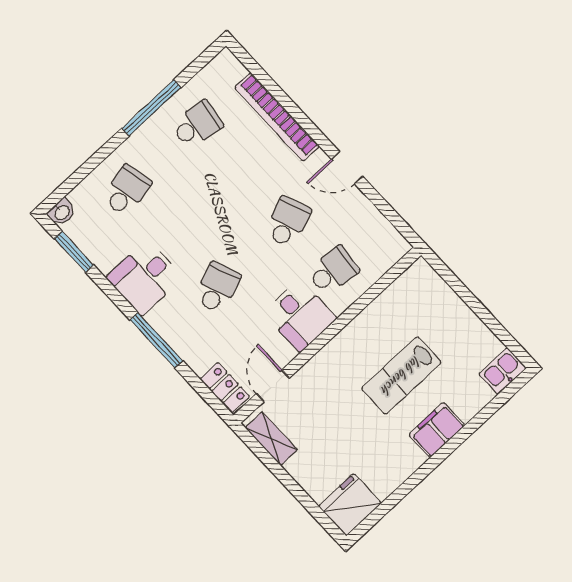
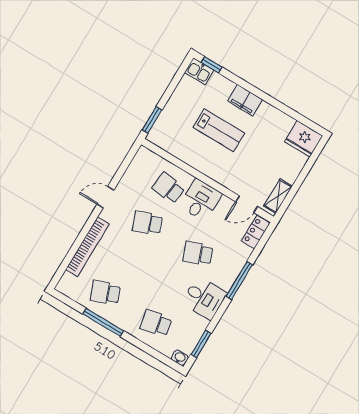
school desk: (197, 125) -> (105, 293), turned -30
door: (347, 168) -> (105, 197), swing flipped
window: (447, 275) -> (152, 120), added
window: (507, 393) -> (212, 65), added

